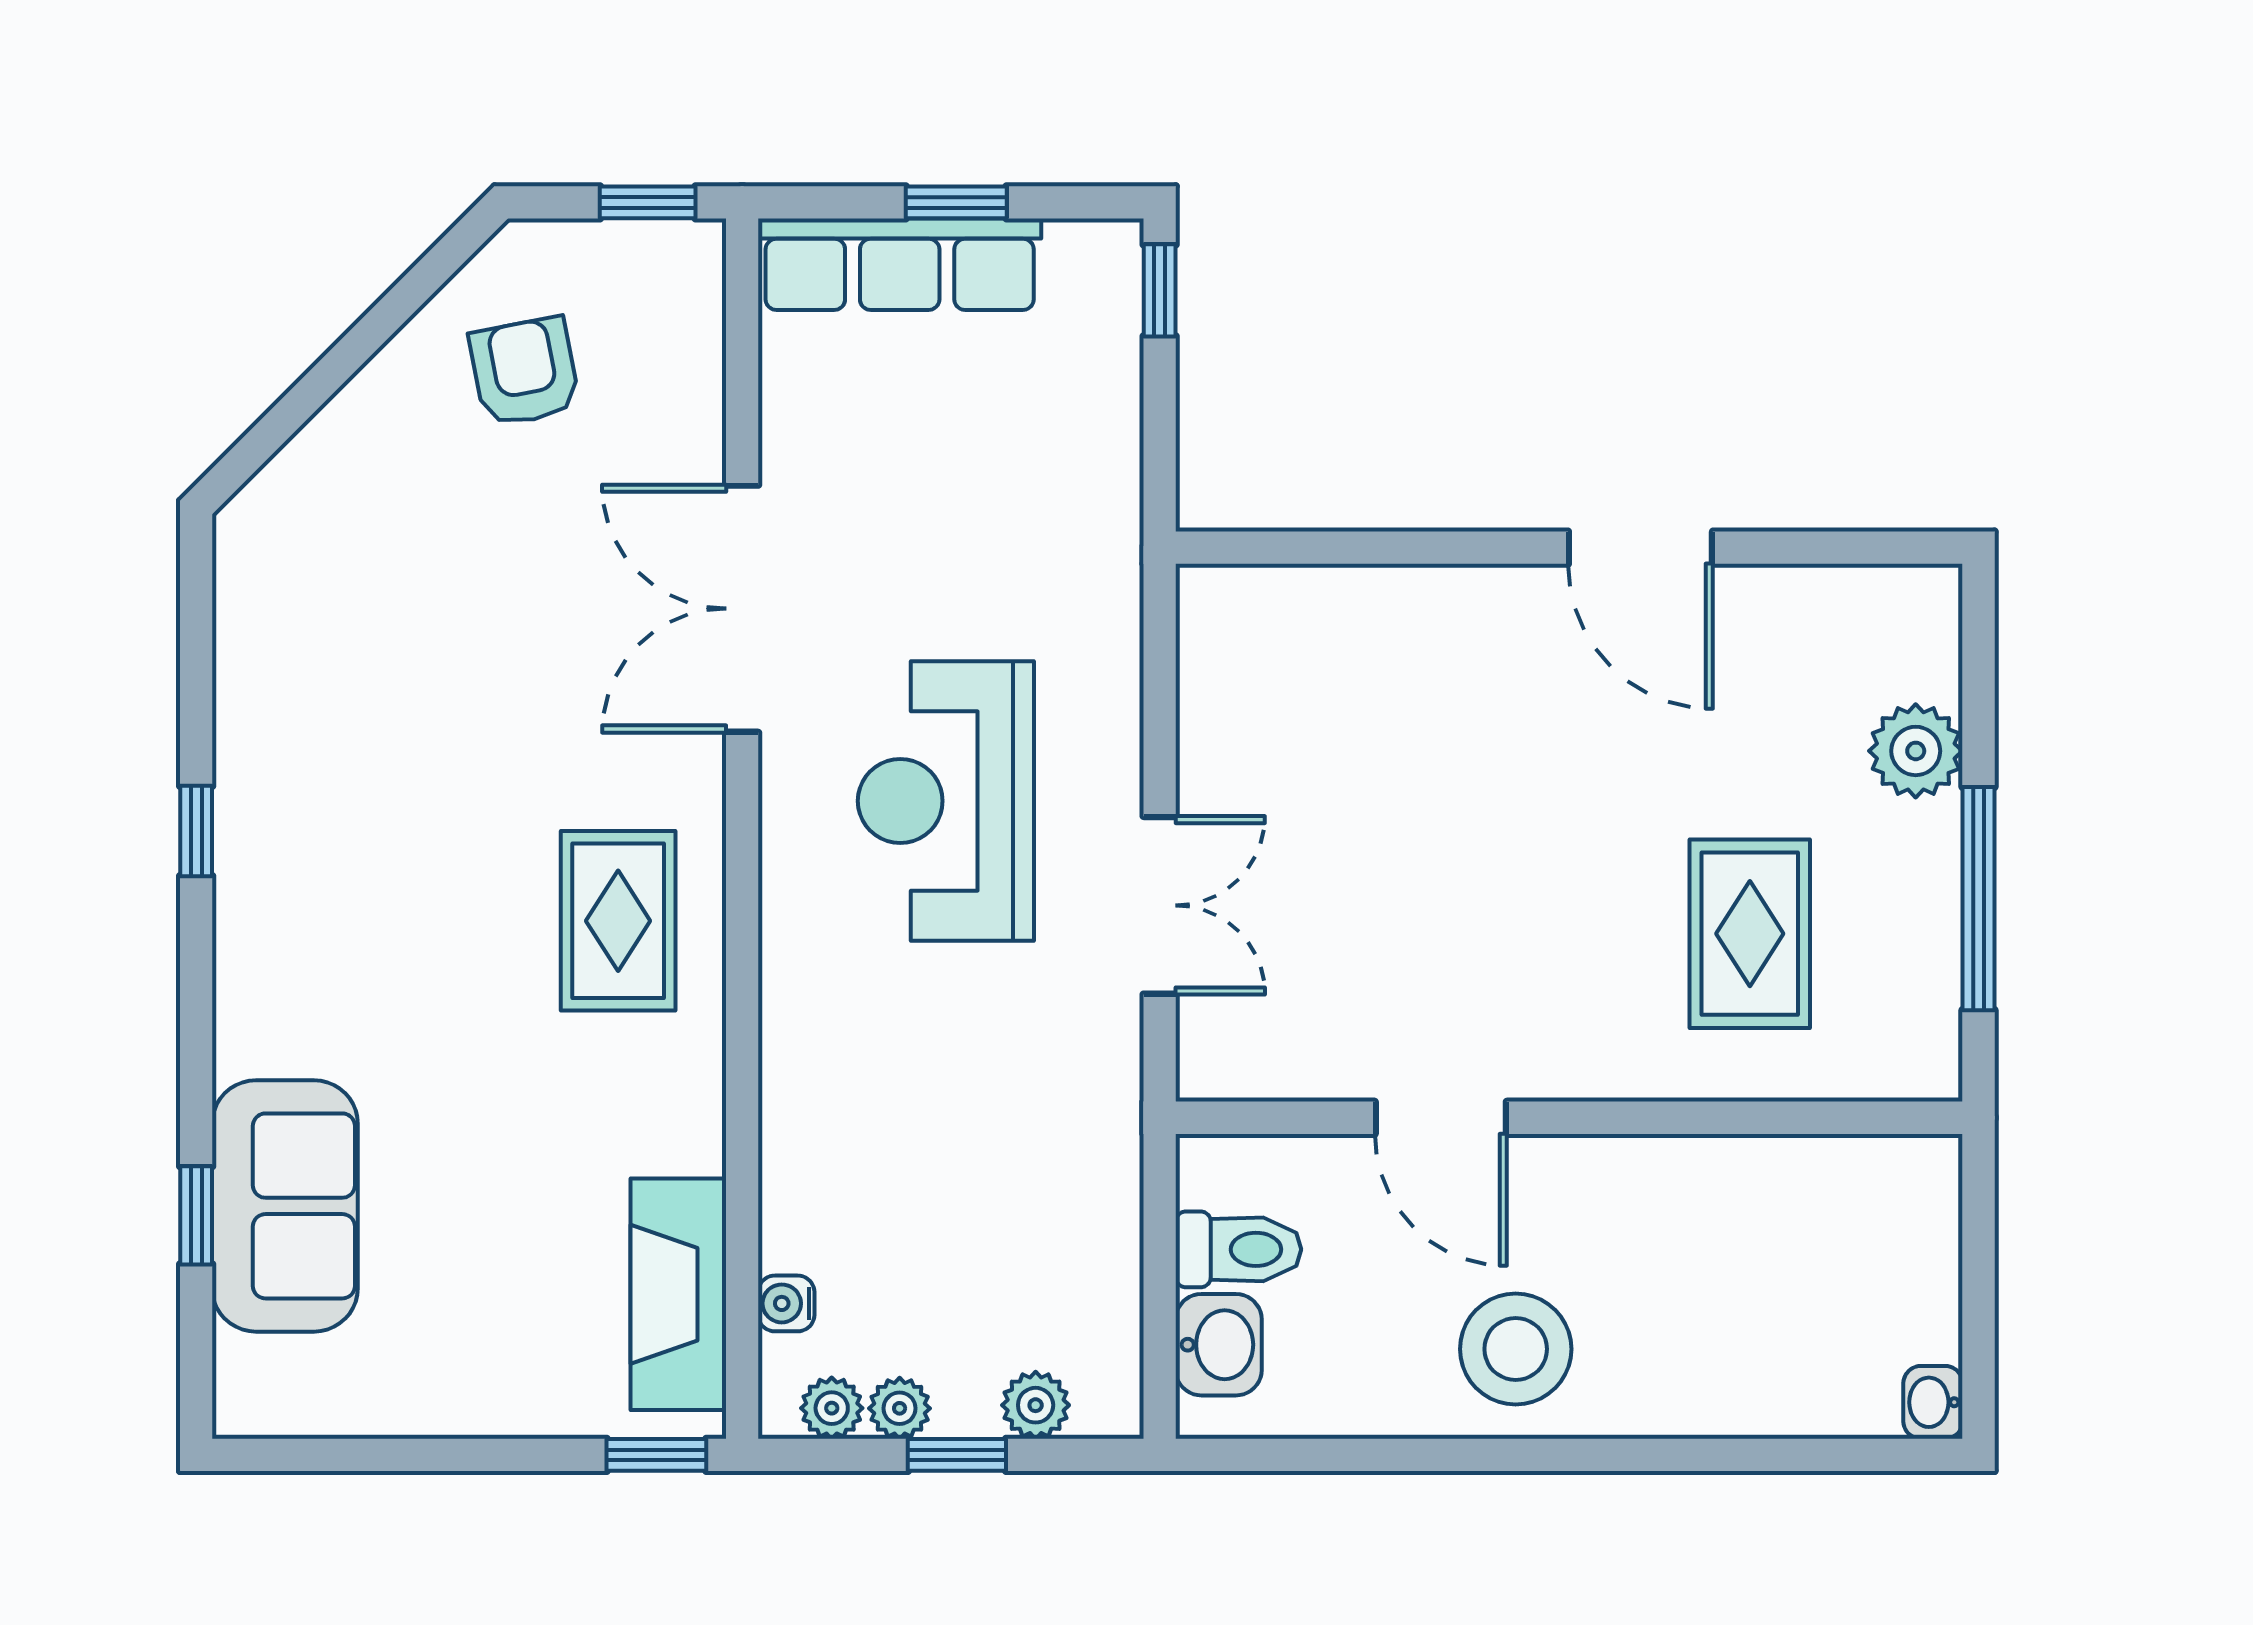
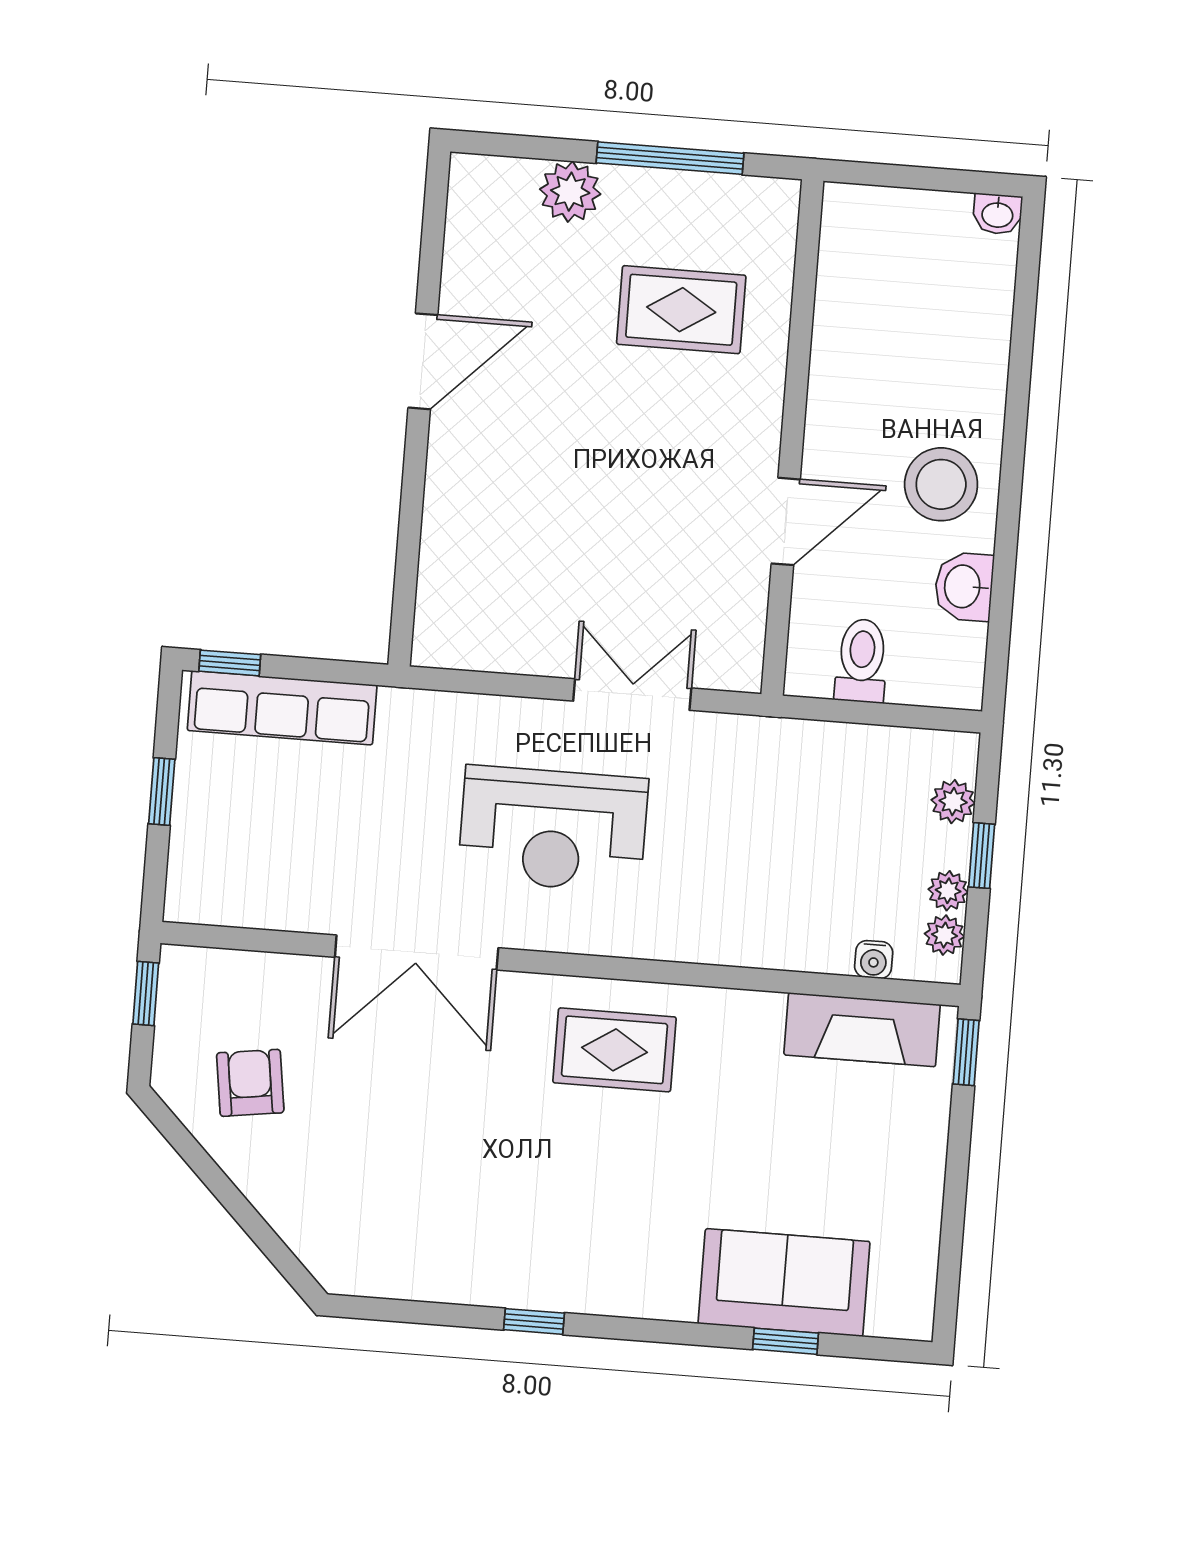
row of seats: (900, 264) -> (282, 708), moved, turned 90
armchair: (525, 372) -> (250, 1083), turned 93
washbasin: (1219, 1345) -> (964, 586), moved, turned -90

